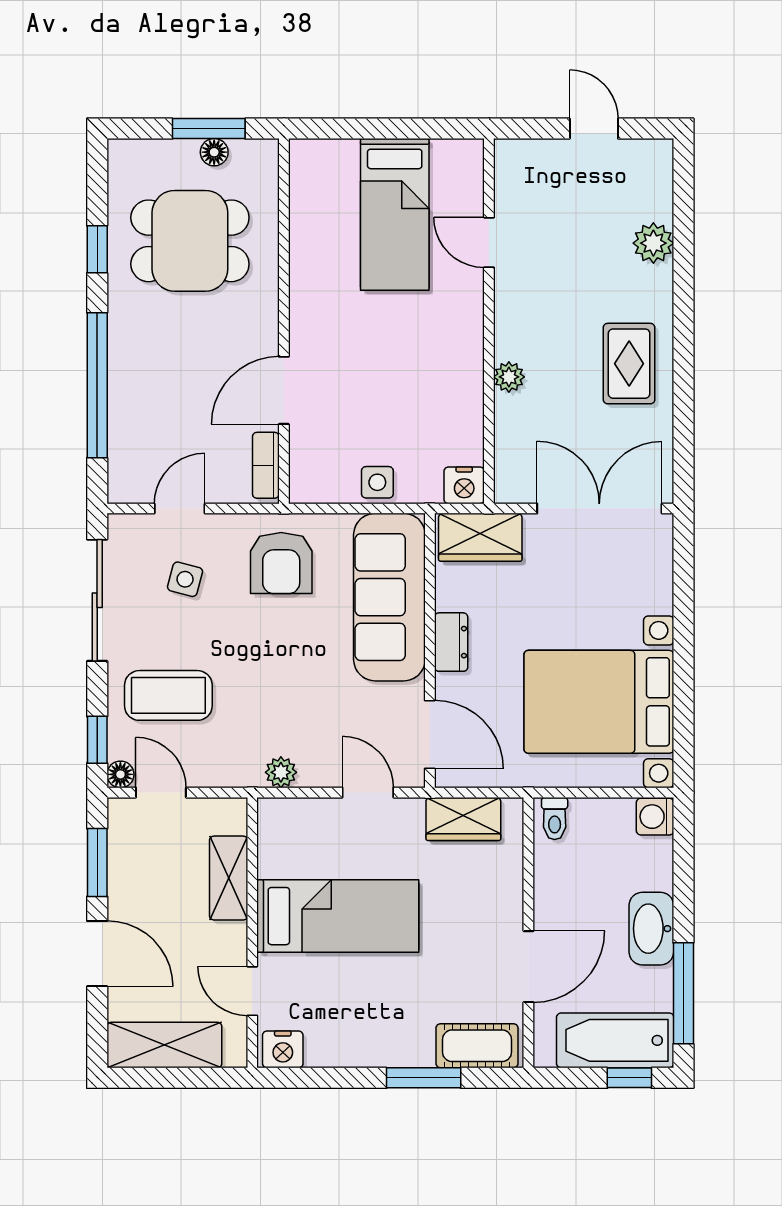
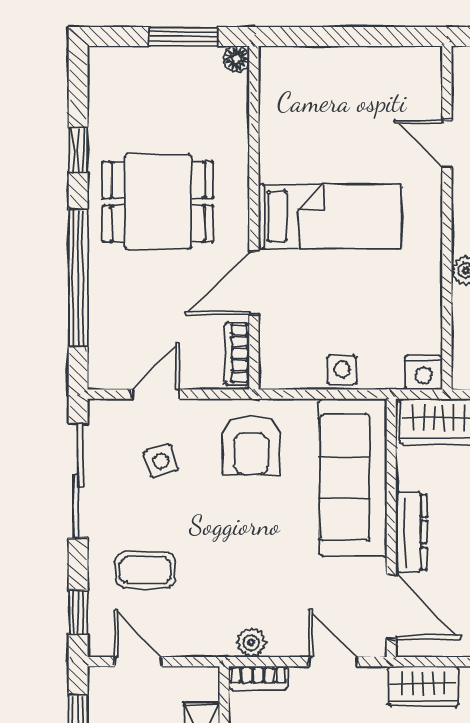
floor lamp: (214, 152) -> (236, 59), moved
bed: (395, 214) -> (330, 216), moved, turned -90
dining table: (190, 241) -> (158, 202), moved
side table: (185, 579) -> (161, 461), turned -31
dresser: (451, 642) -> (411, 532), width x1.44
coffee table: (168, 695) -> (145, 570), width x0.73, depth x0.77
floor lamp: (120, 774) -> (100, 645), removed
bookcase: (288, 810) -> (258, 678), added

